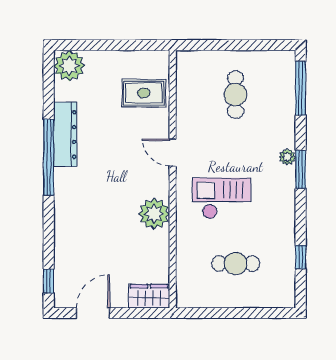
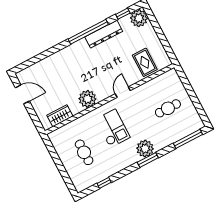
plant: (287, 157) -> (145, 149), width x1.87, depth x1.87
window: (49, 281) -> (123, 14), moved
wardrobe: (149, 296) -> (60, 116), moved, turned -90

